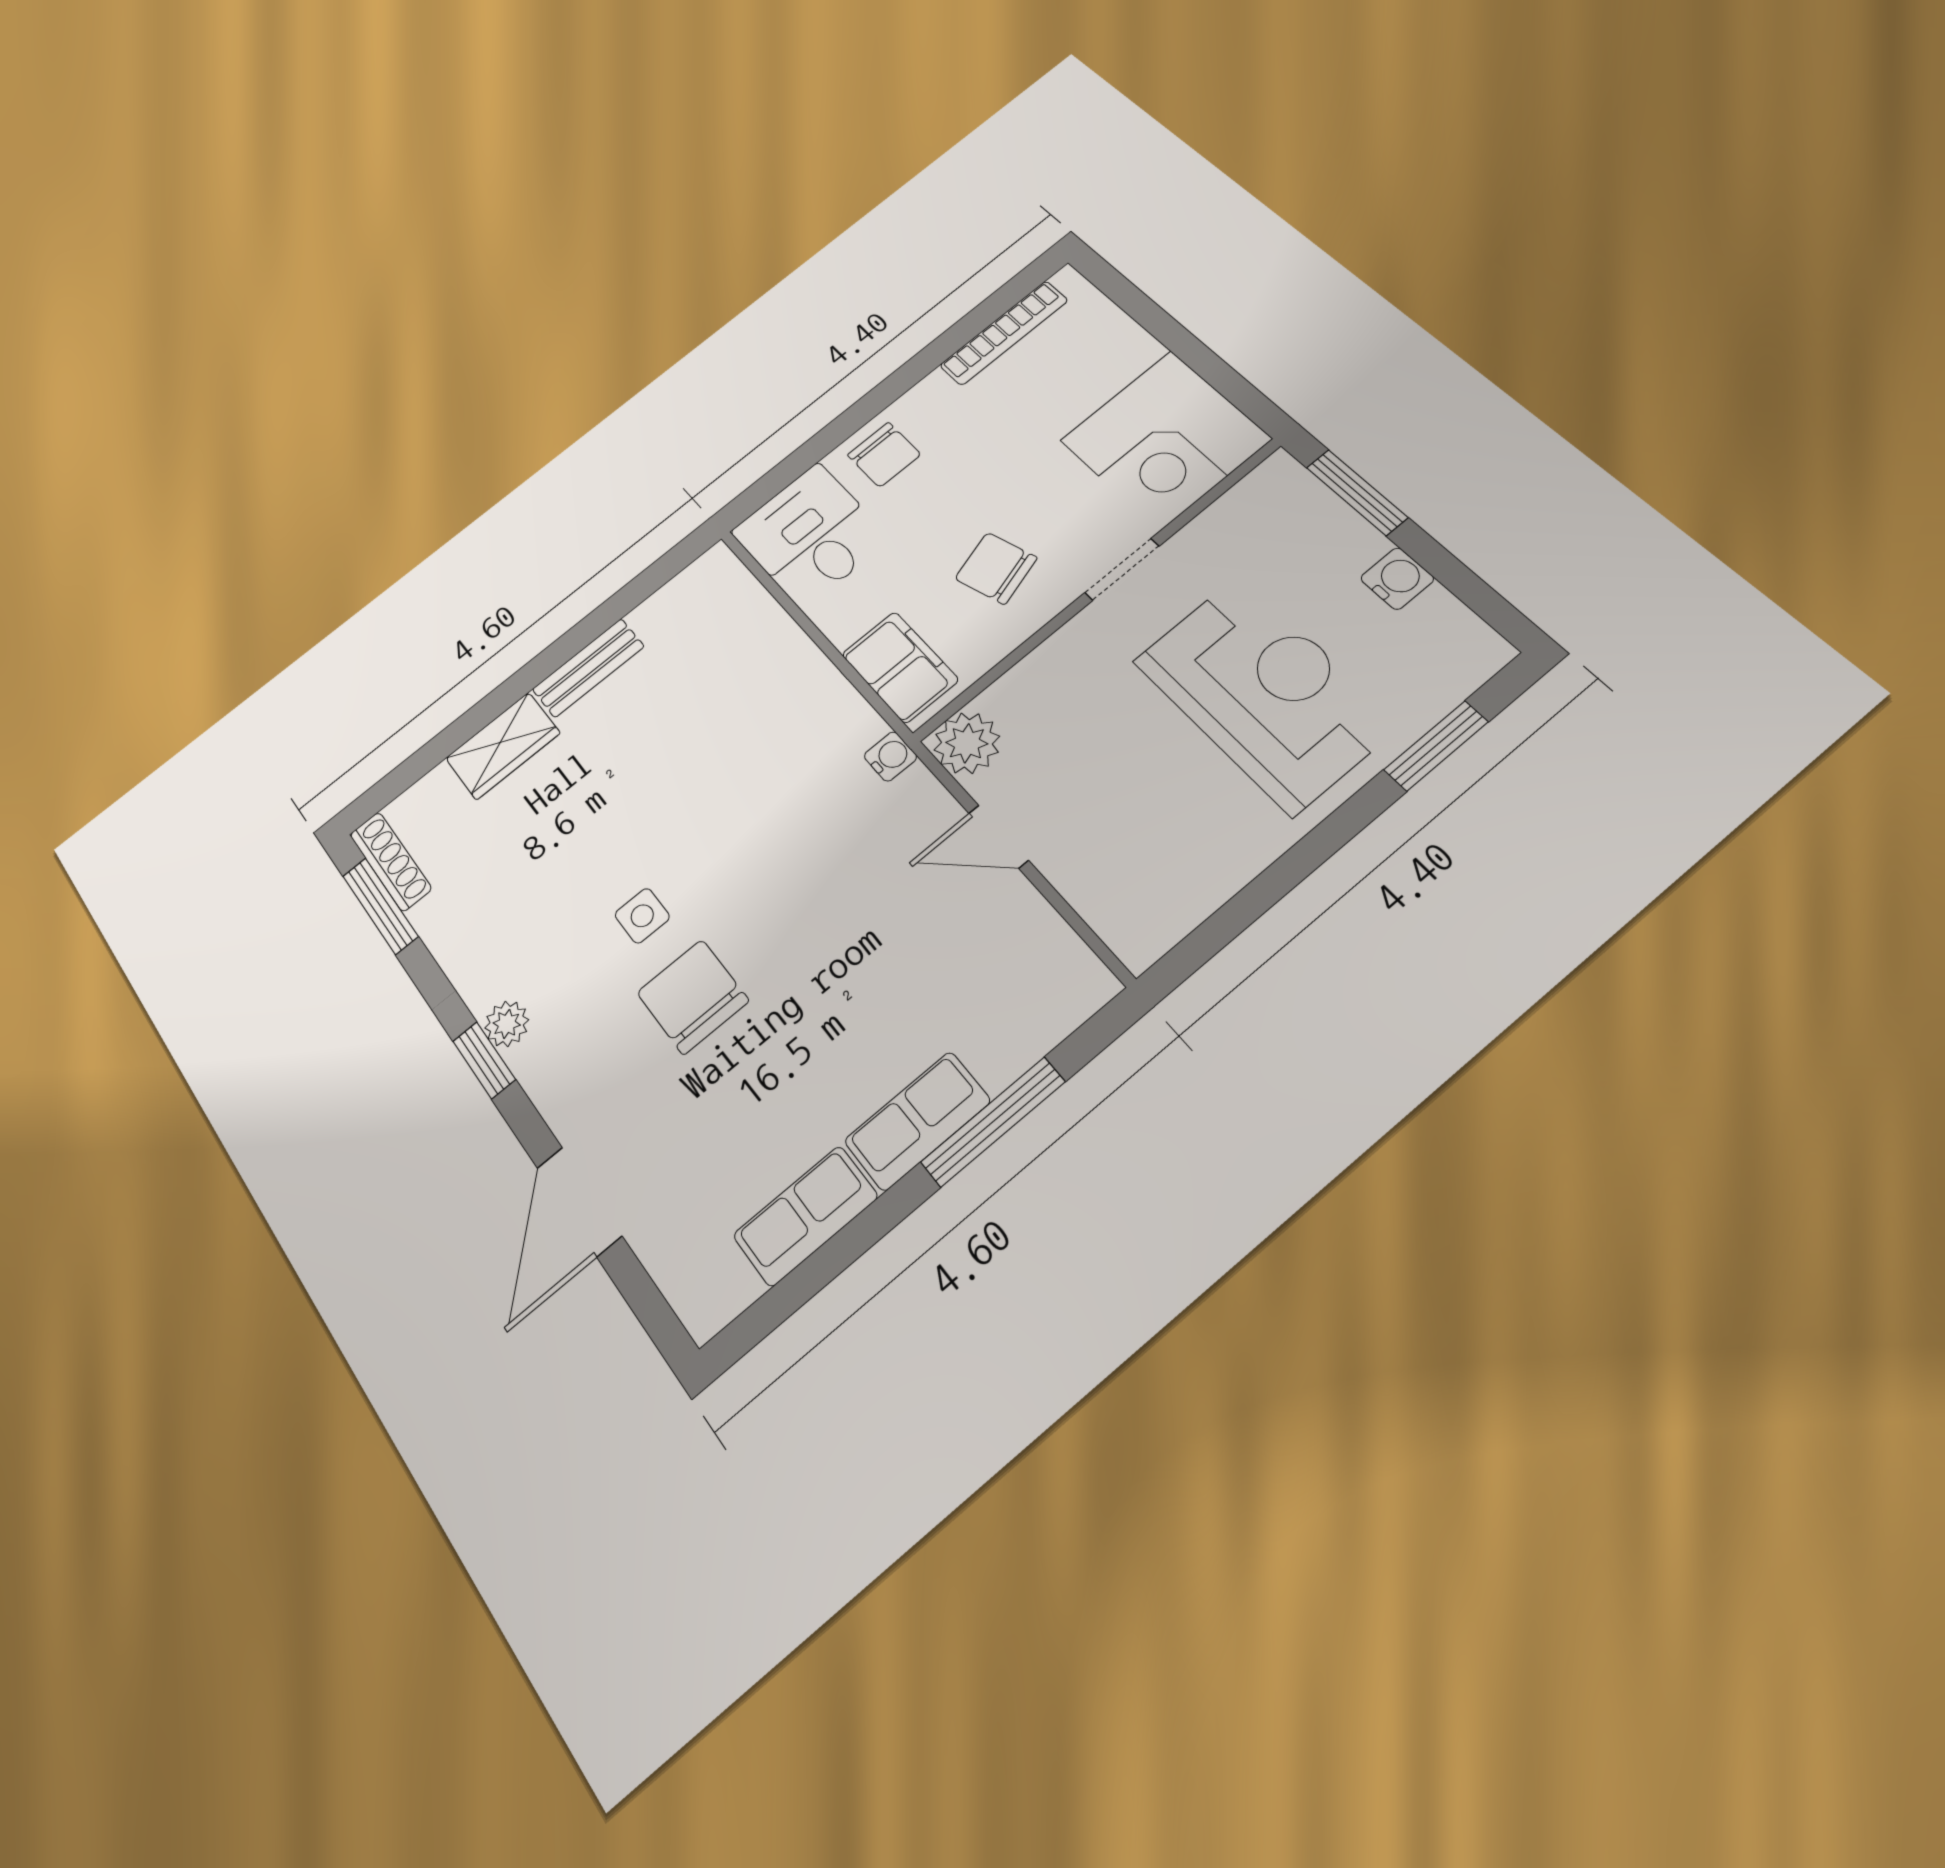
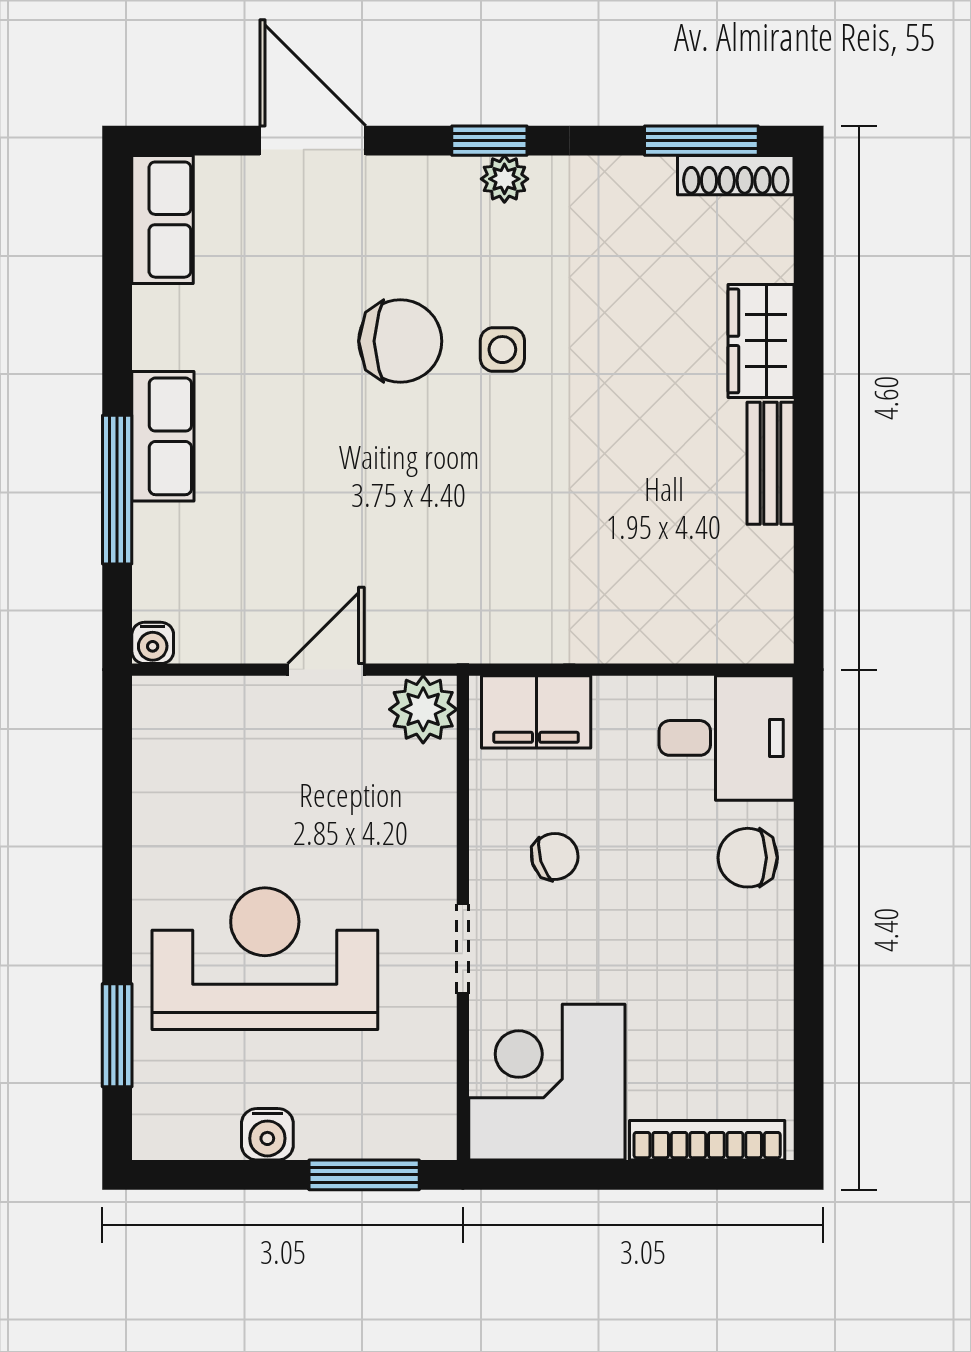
bookcase: (1004, 333) -> (707, 1140), moved, turned 90
chair: (996, 568) -> (555, 856), width x0.73, depth x0.73
reception desk: (1265, 692) -> (265, 959), turned 180
water cooler: (890, 756) -> (153, 643), moved
row of seats: (806, 1216) -> (163, 220), moved

